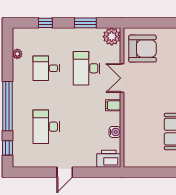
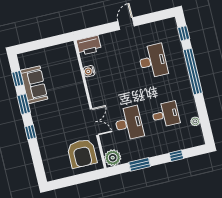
armchair: (143, 49) -> (82, 153), turned -90
filing cabinet: (113, 105) -> (96, 95), removed

